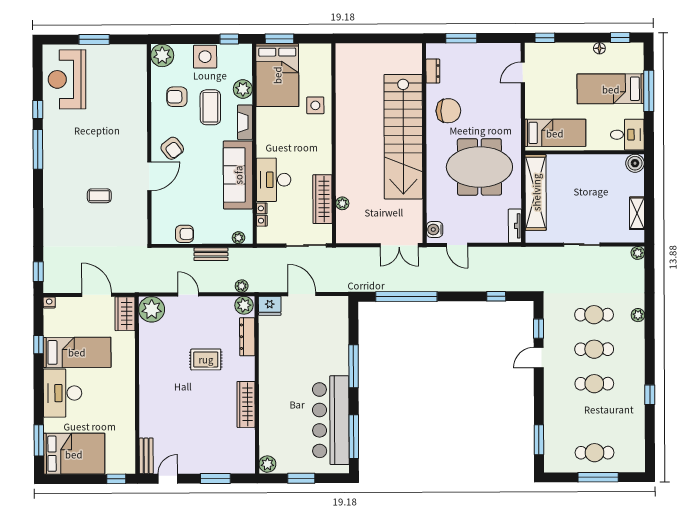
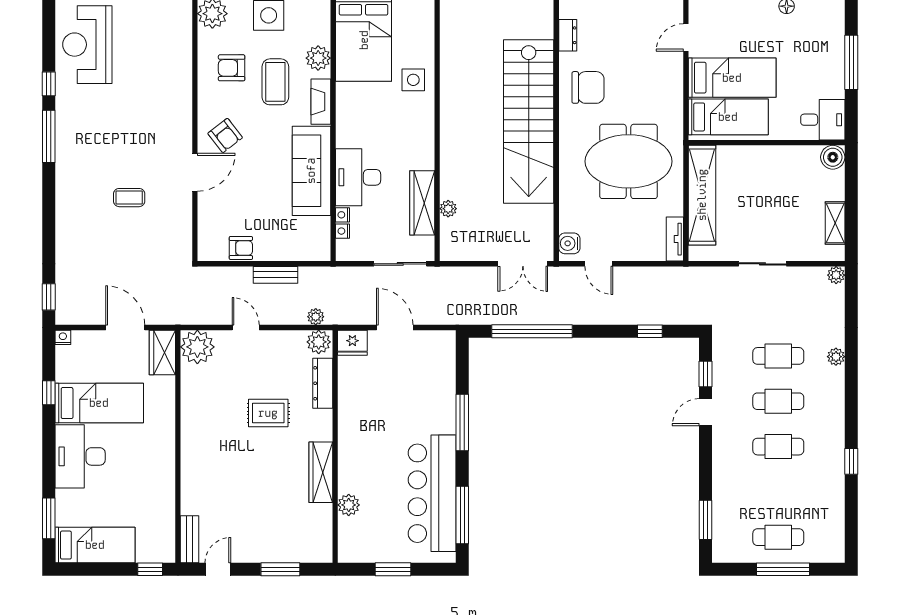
bed: (611, 89) -> (732, 78), moved, turned 180
plant: (238, 238) -> (312, 253), removed
bed: (74, 454) -> (95, 545), width x0.67
plant: (267, 464) -> (349, 505), moved

